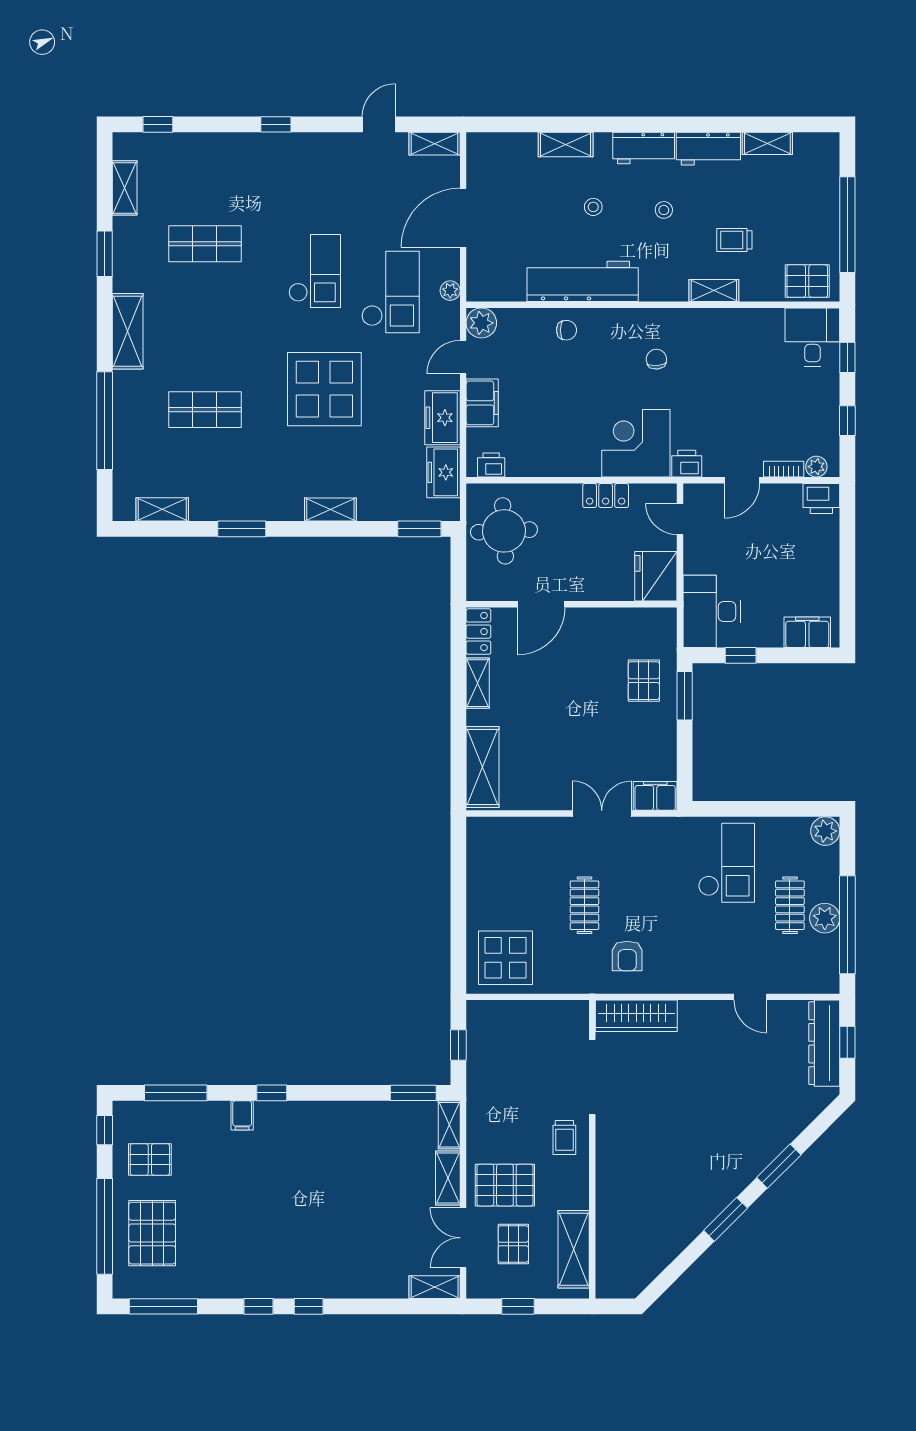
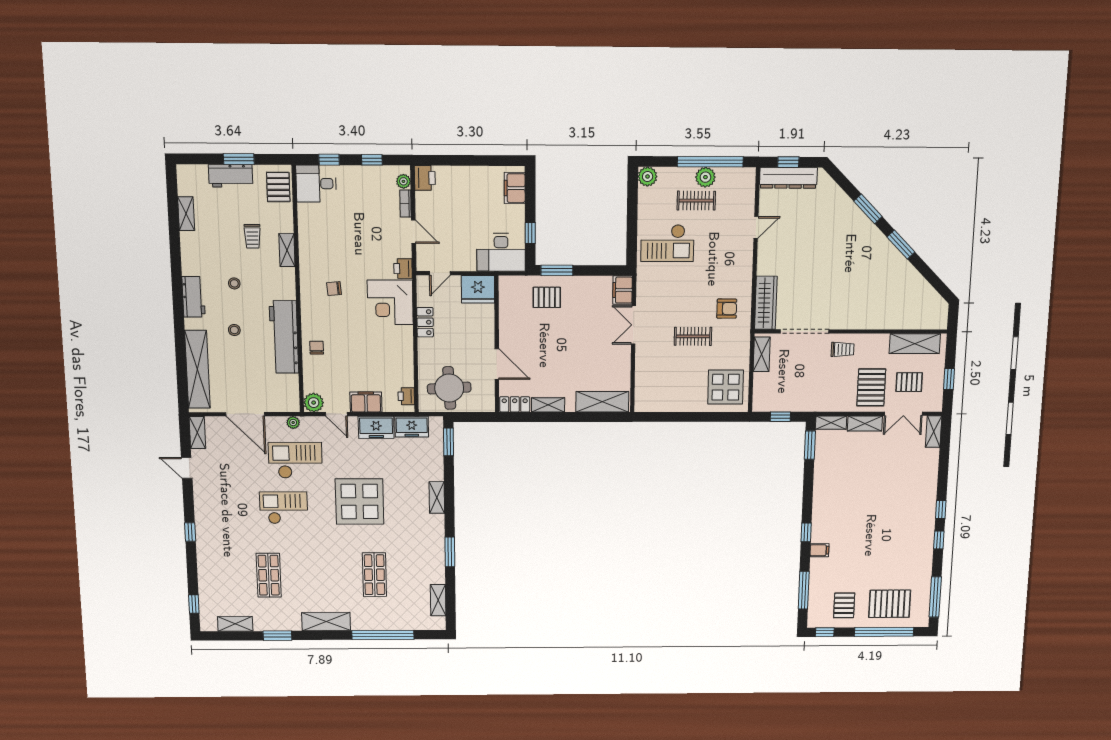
shelving: (566, 144) -> (197, 369), width x2.20, depth x1.33
workbench: (708, 149) -> (231, 176), moved, turned 90
window: (847, 225) -> (239, 159), width x0.47
checkout: (726, 863) -> (667, 243), turned 180
shelving: (557, 1012) -> (762, 354), added

